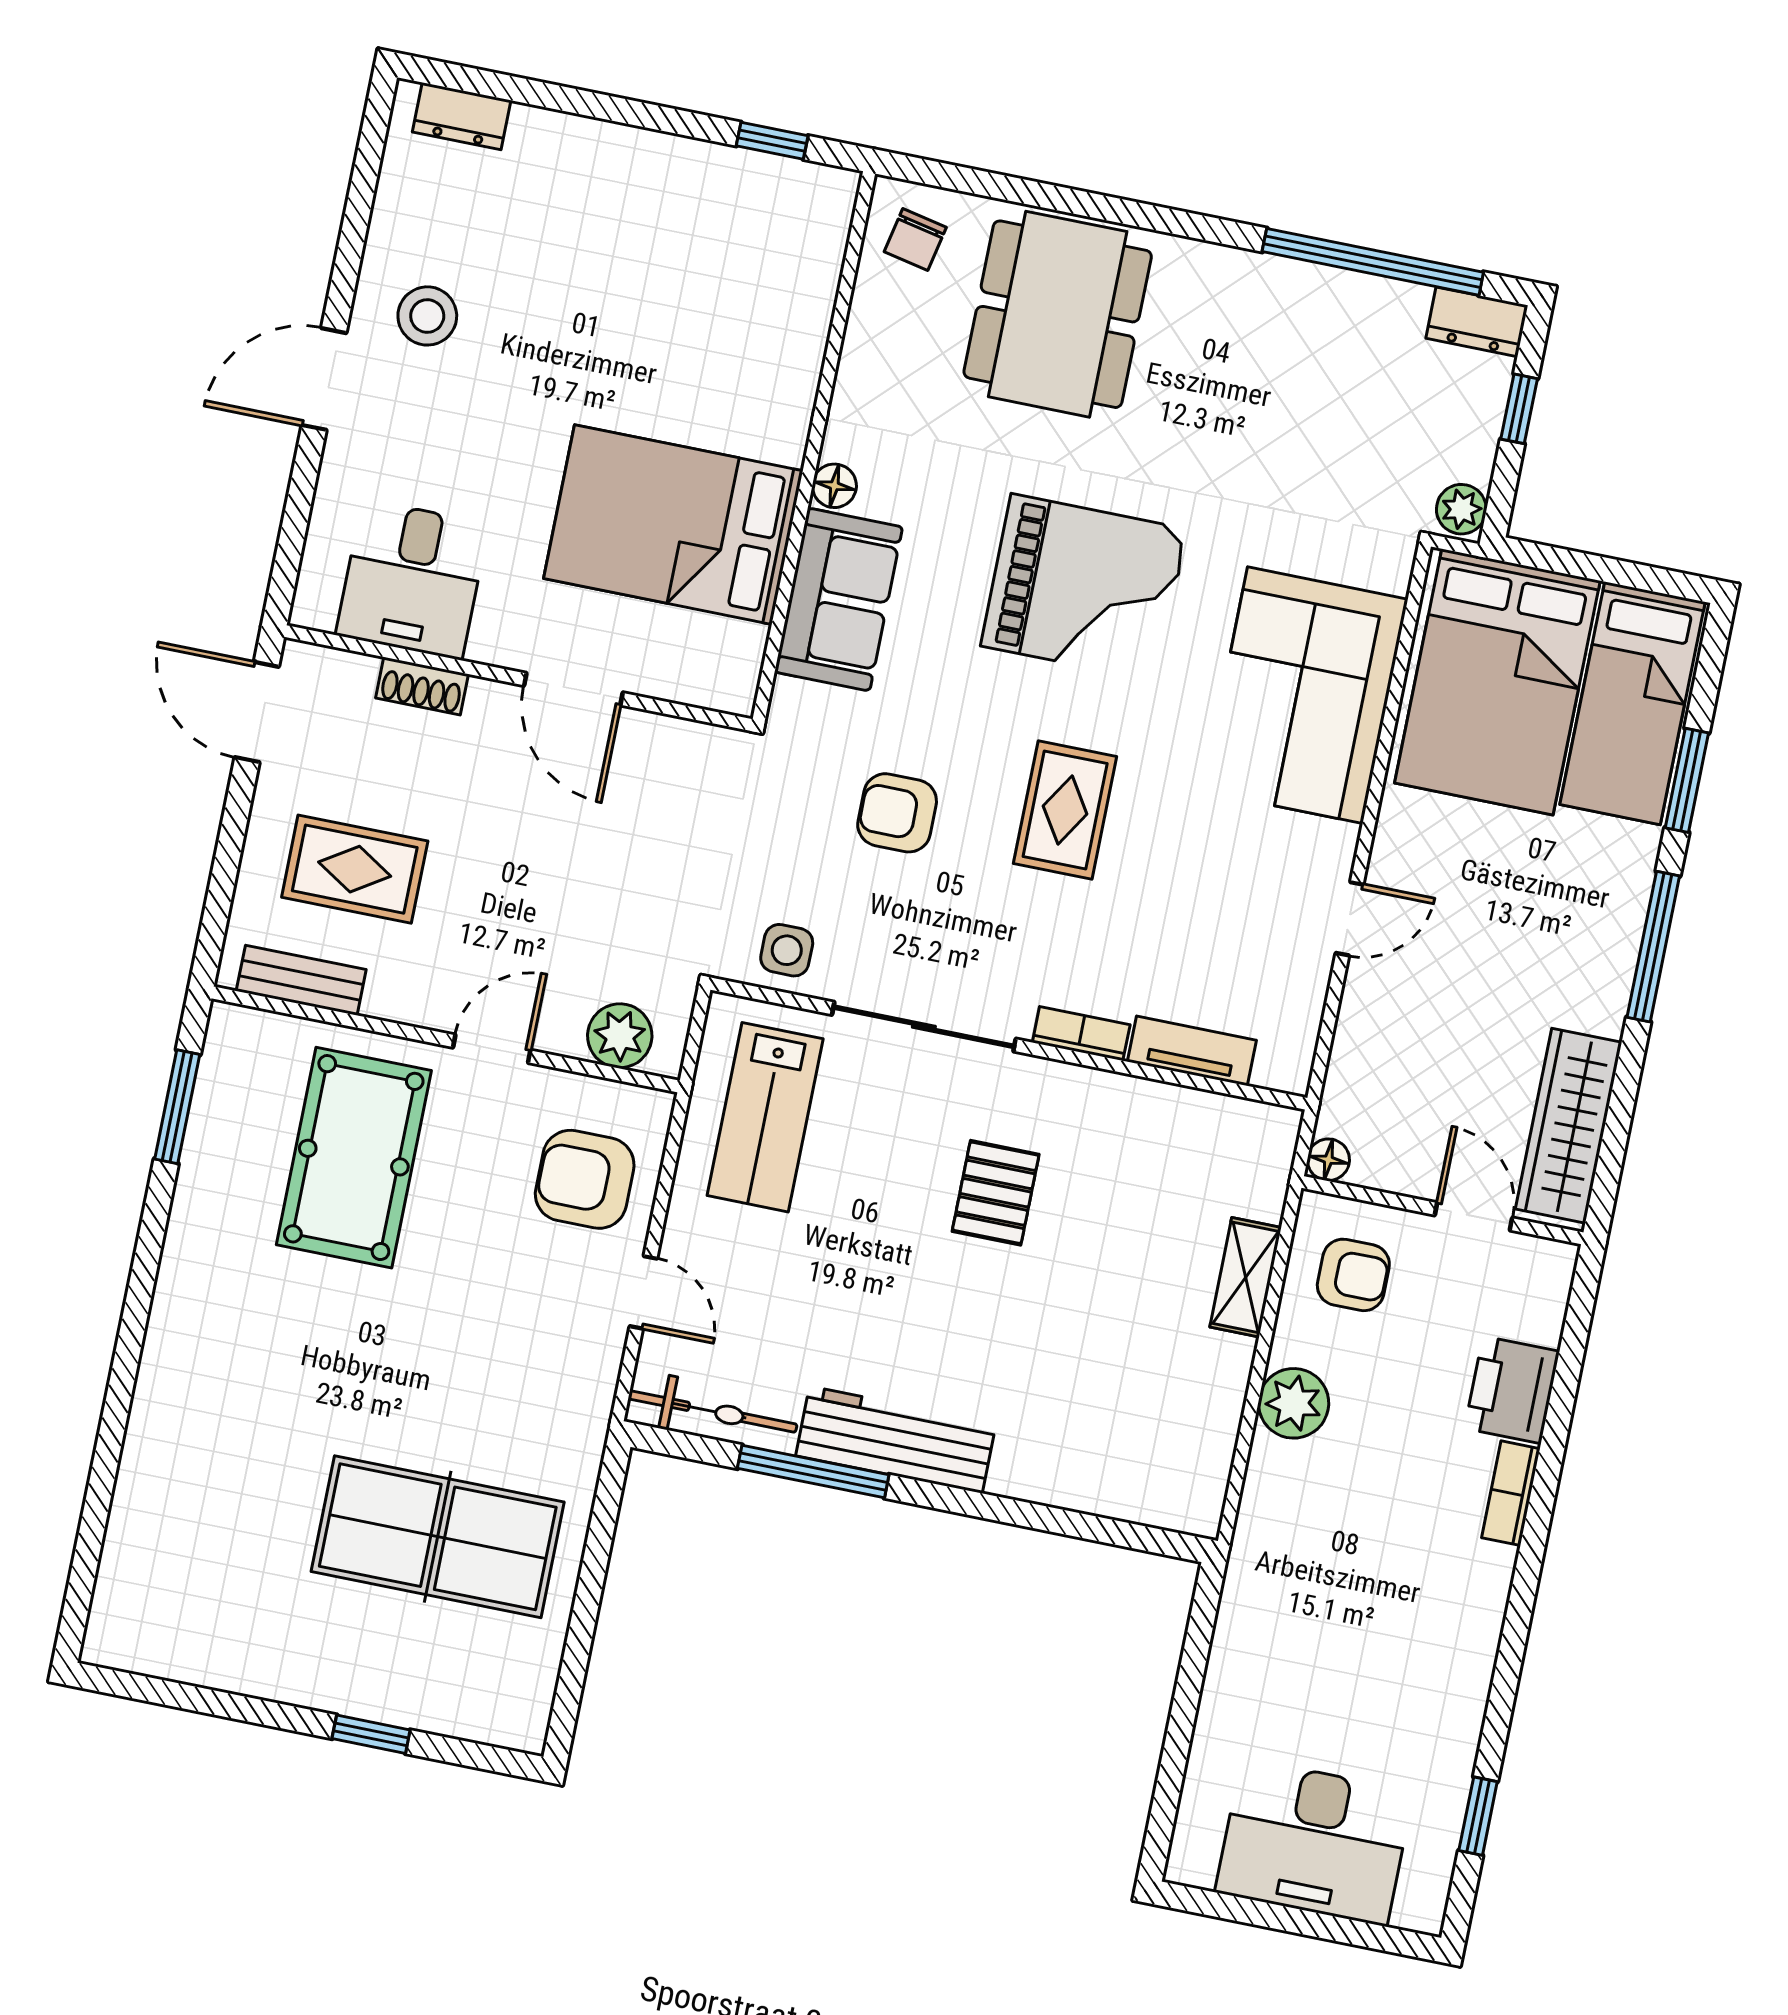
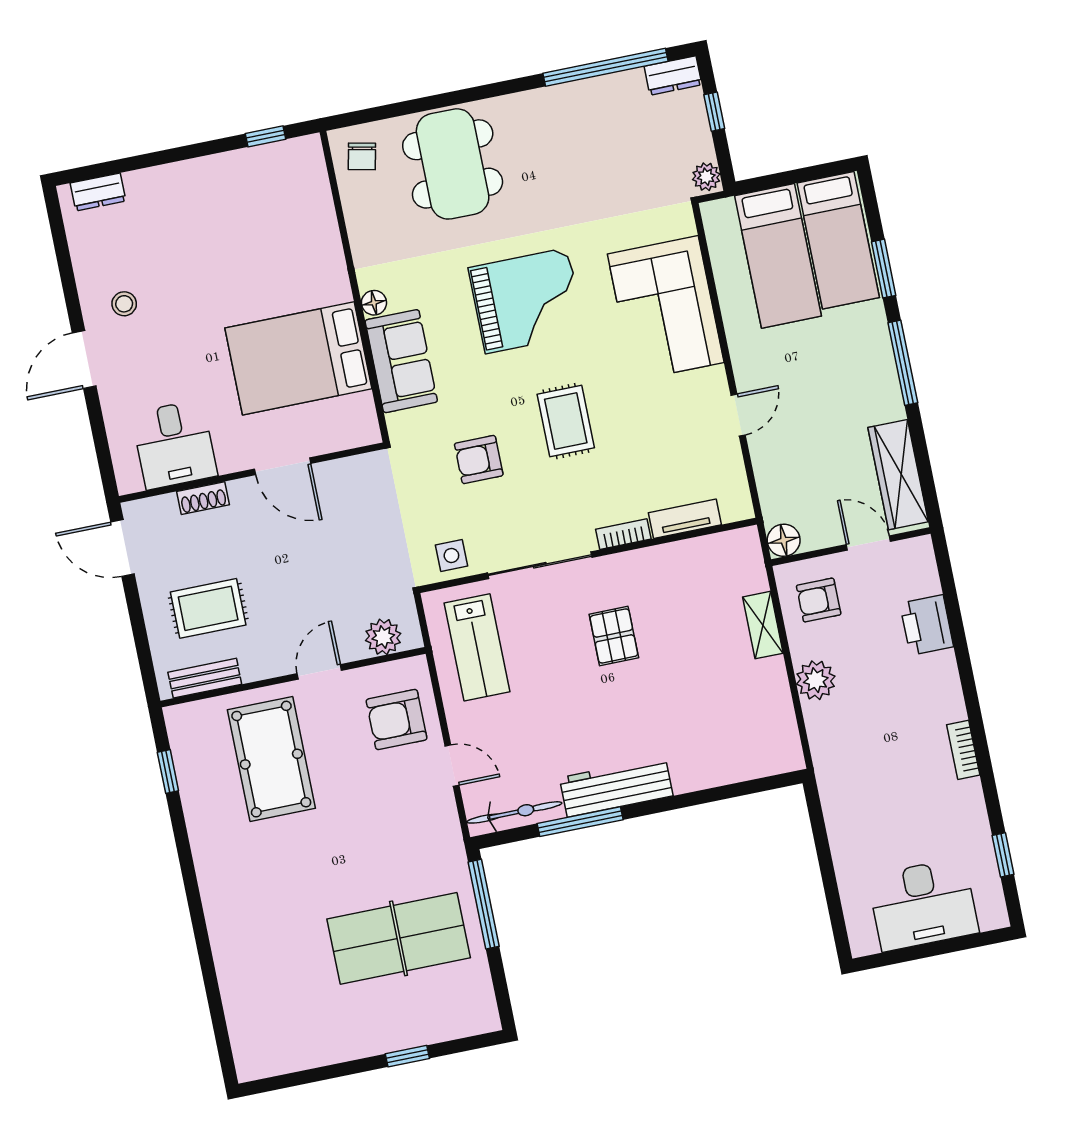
stool: (427, 316) -> (124, 304), width x0.73, depth x0.73
bed: (1497, 682) -> (778, 256), width x0.67
window: (177, 1107) -> (168, 771), width x0.67
floor lamp: (1328, 1160) -> (784, 540), width x1.37, depth x1.37
armchair: (1353, 1275) -> (819, 600), turned 180
bookcase: (1511, 1493) -> (963, 750), moved
window: (600, 1539) -> (484, 904), added

